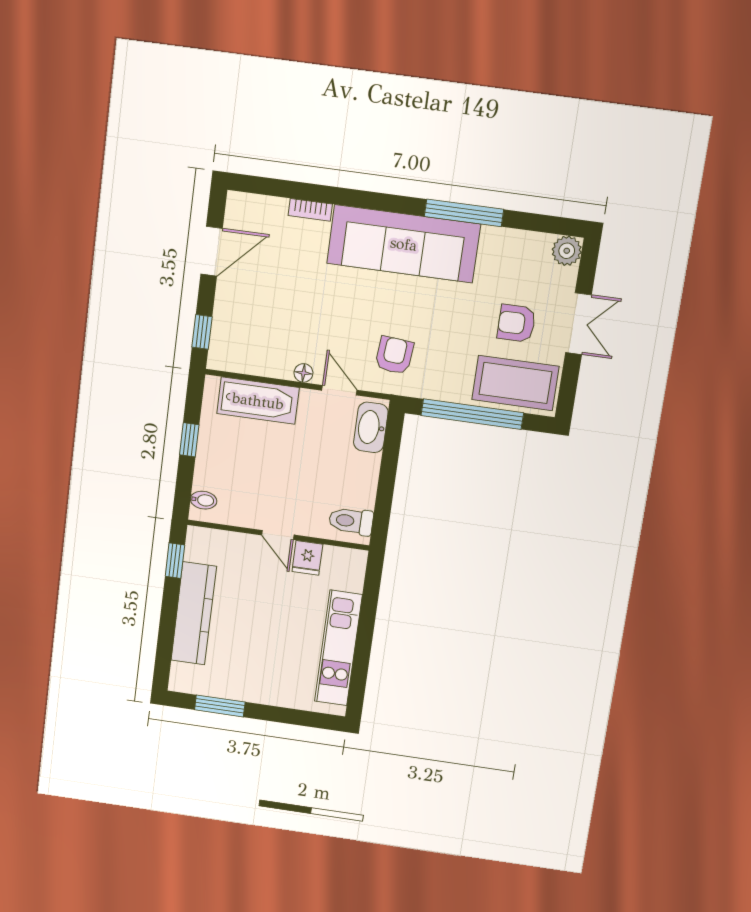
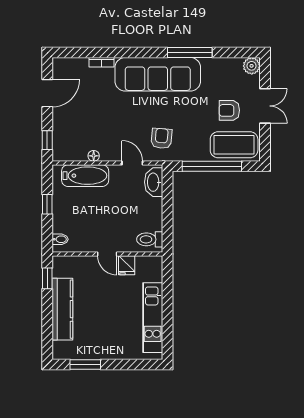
floor lamp: (303, 373) -> (94, 156), moved

